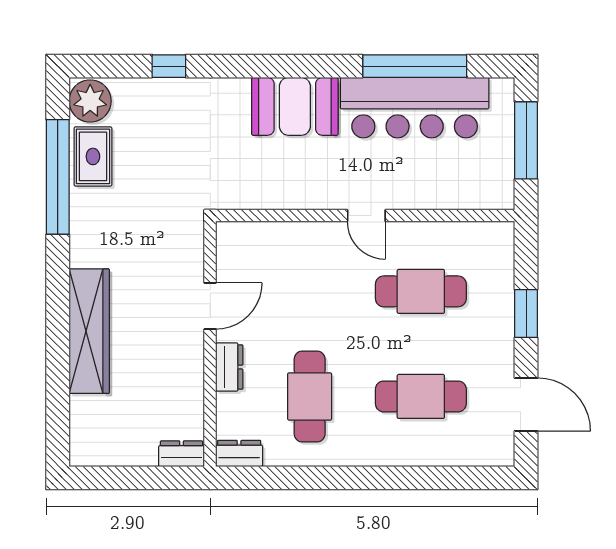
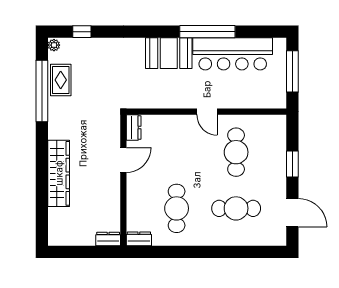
window: (169, 66) -> (82, 32), moved
window: (415, 66) -> (207, 32), moved
plant: (90, 101) -> (54, 45), width x0.53, depth x0.53
cafe table: (421, 291) -> (236, 152), turned 90
dresser: (229, 367) -> (134, 128), moved

